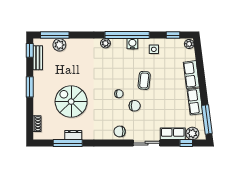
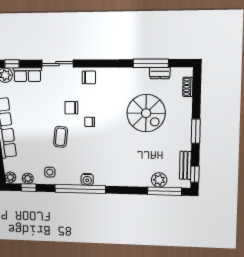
plant: (105, 43) -> (28, 178), moved
water cooler: (132, 44) -> (87, 179), moved
dresser: (73, 135) -> (160, 73), moved

